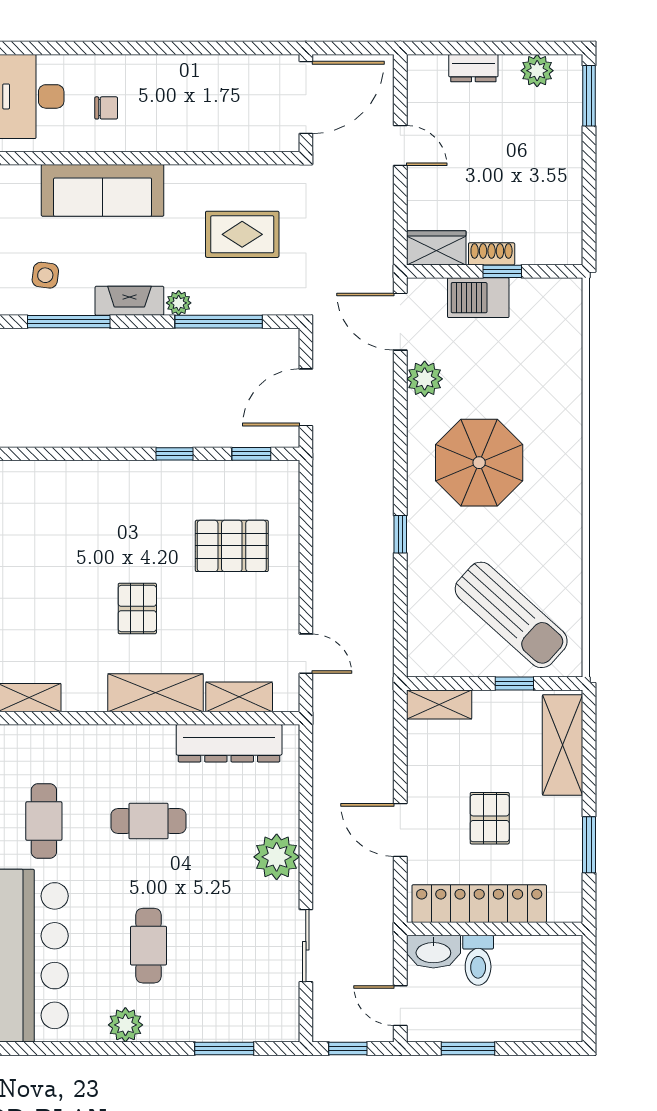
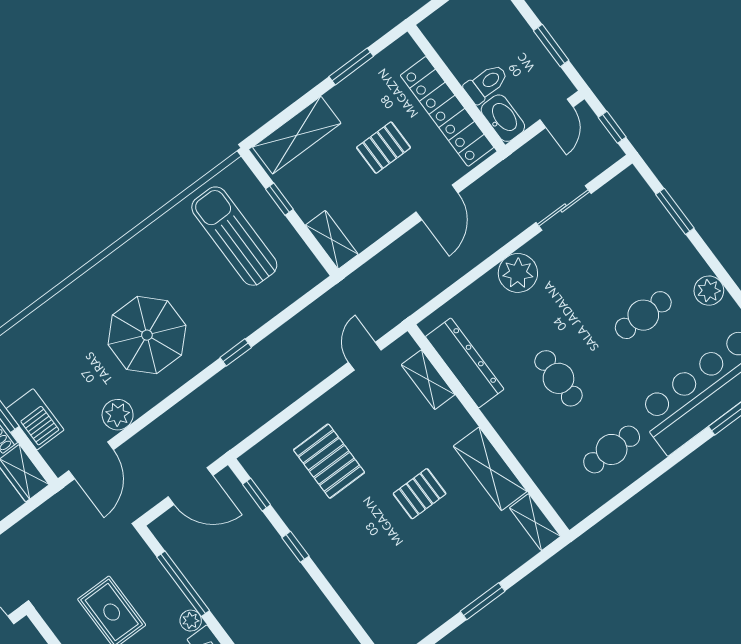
sun lounger: (511, 615) -> (234, 236), turned -42
shelving: (156, 693) -> (490, 469), moved

